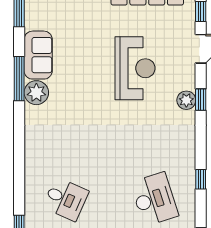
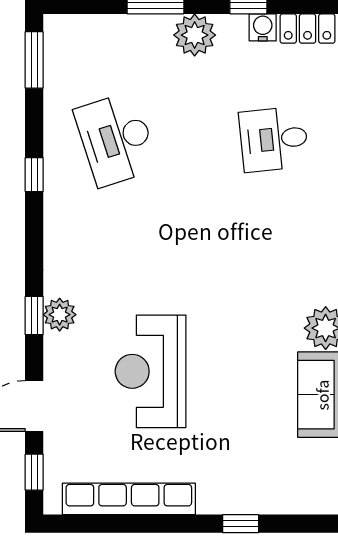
desk: (66, 199) -> (274, 139), turned -30

